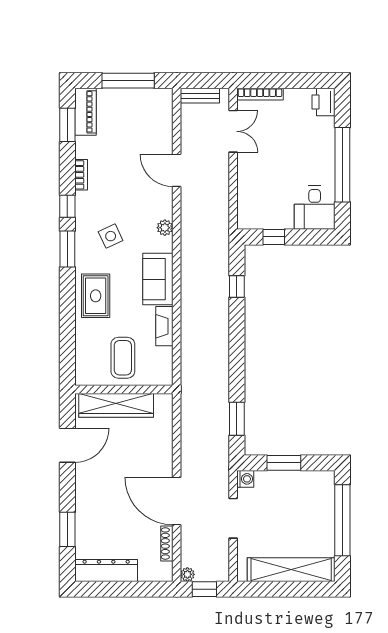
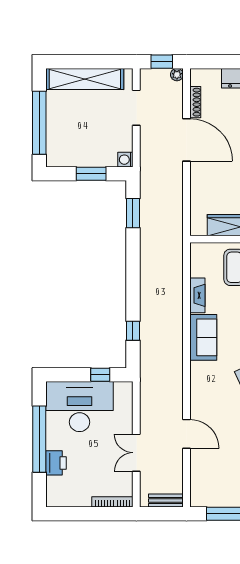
printer: (323, 102) -> (56, 463), moved
double door: (233, 131) -> (136, 453), moved
desk: (315, 208) -> (79, 407), width x1.87, depth x1.30
plant: (165, 228) -> (197, 383), removed
doorway: (233, 518) -> (136, 108), moved

